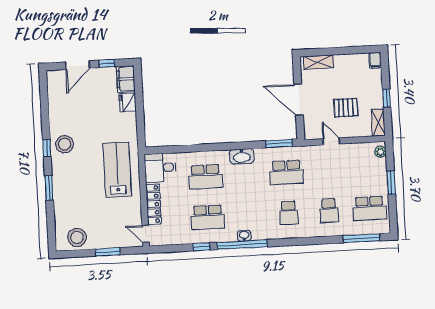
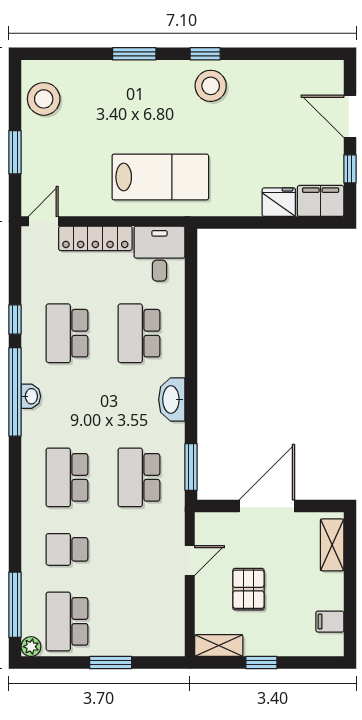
filing cabinet: (375, 60) -> (330, 622), moved
plant: (380, 152) -> (31, 647), moved
school desk: (289, 213) -> (67, 477), width x1.85

